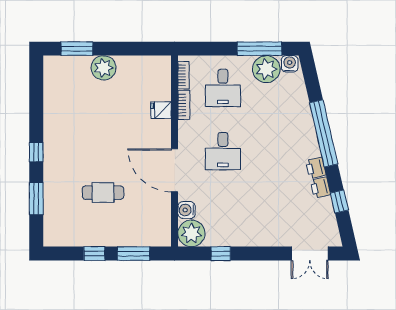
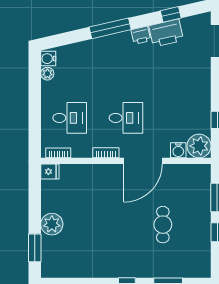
window: (259, 49) -> (35, 85), removed
plant: (266, 69) -> (47, 74), width x0.53, depth x0.53
bookcase: (184, 105) -> (106, 153), moved
fridge: (161, 110) -> (50, 172), moved, turned -90
window: (324, 133) -> (110, 28), width x0.68
printer: (320, 187) -> (166, 33), width x1.87, depth x1.48

